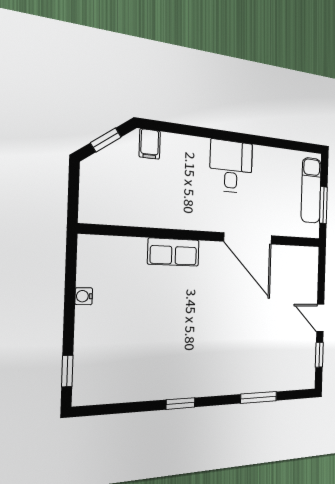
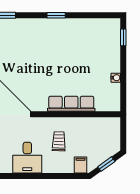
trolley: (183, 189) -> (59, 141), added
row of seats: (174, 252) -> (71, 104), width x1.48

